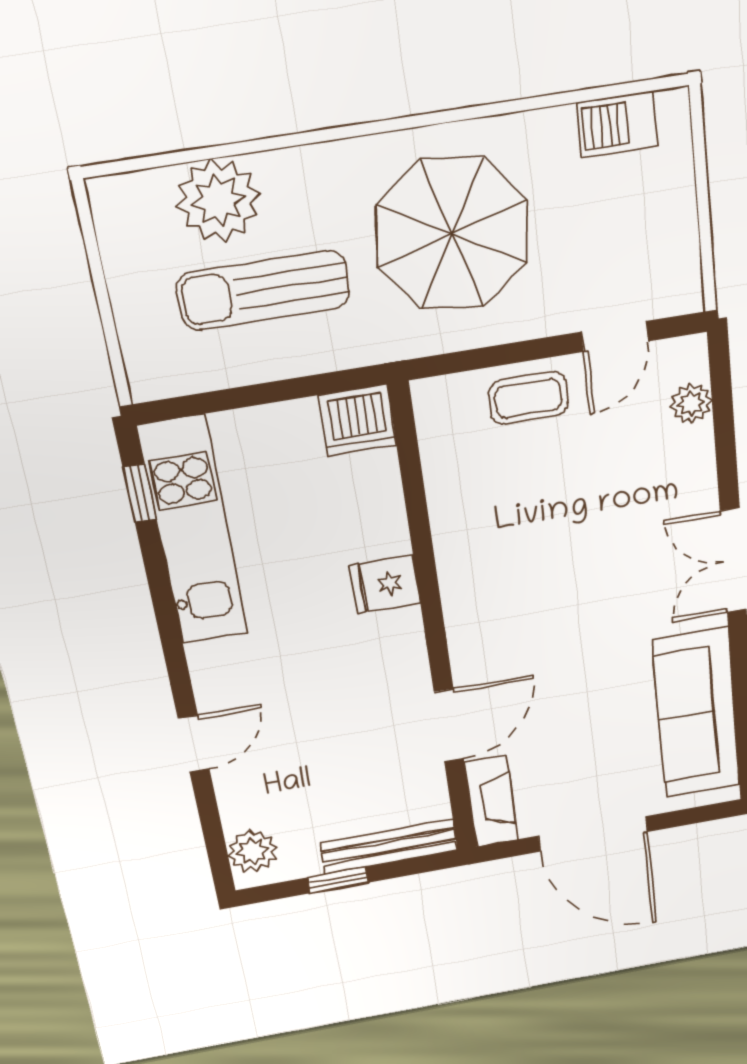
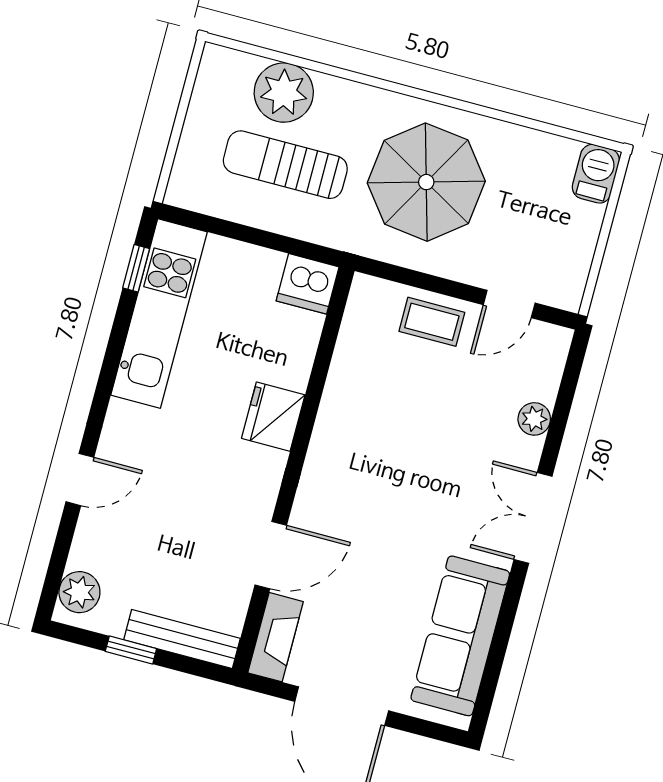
barbecue: (617, 124) -> (596, 174), moved, turned 90
plant: (691, 403) -> (534, 419), moved
fridge: (385, 584) -> (273, 417), width x1.38

